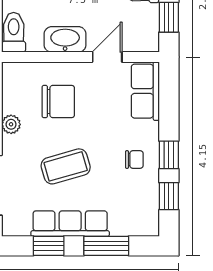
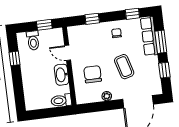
row of seats: (145, 91) -> (82, 32), removed
window: (169, 155) -> (92, 19), moved
row of seats: (70, 224) -> (149, 36), moved

